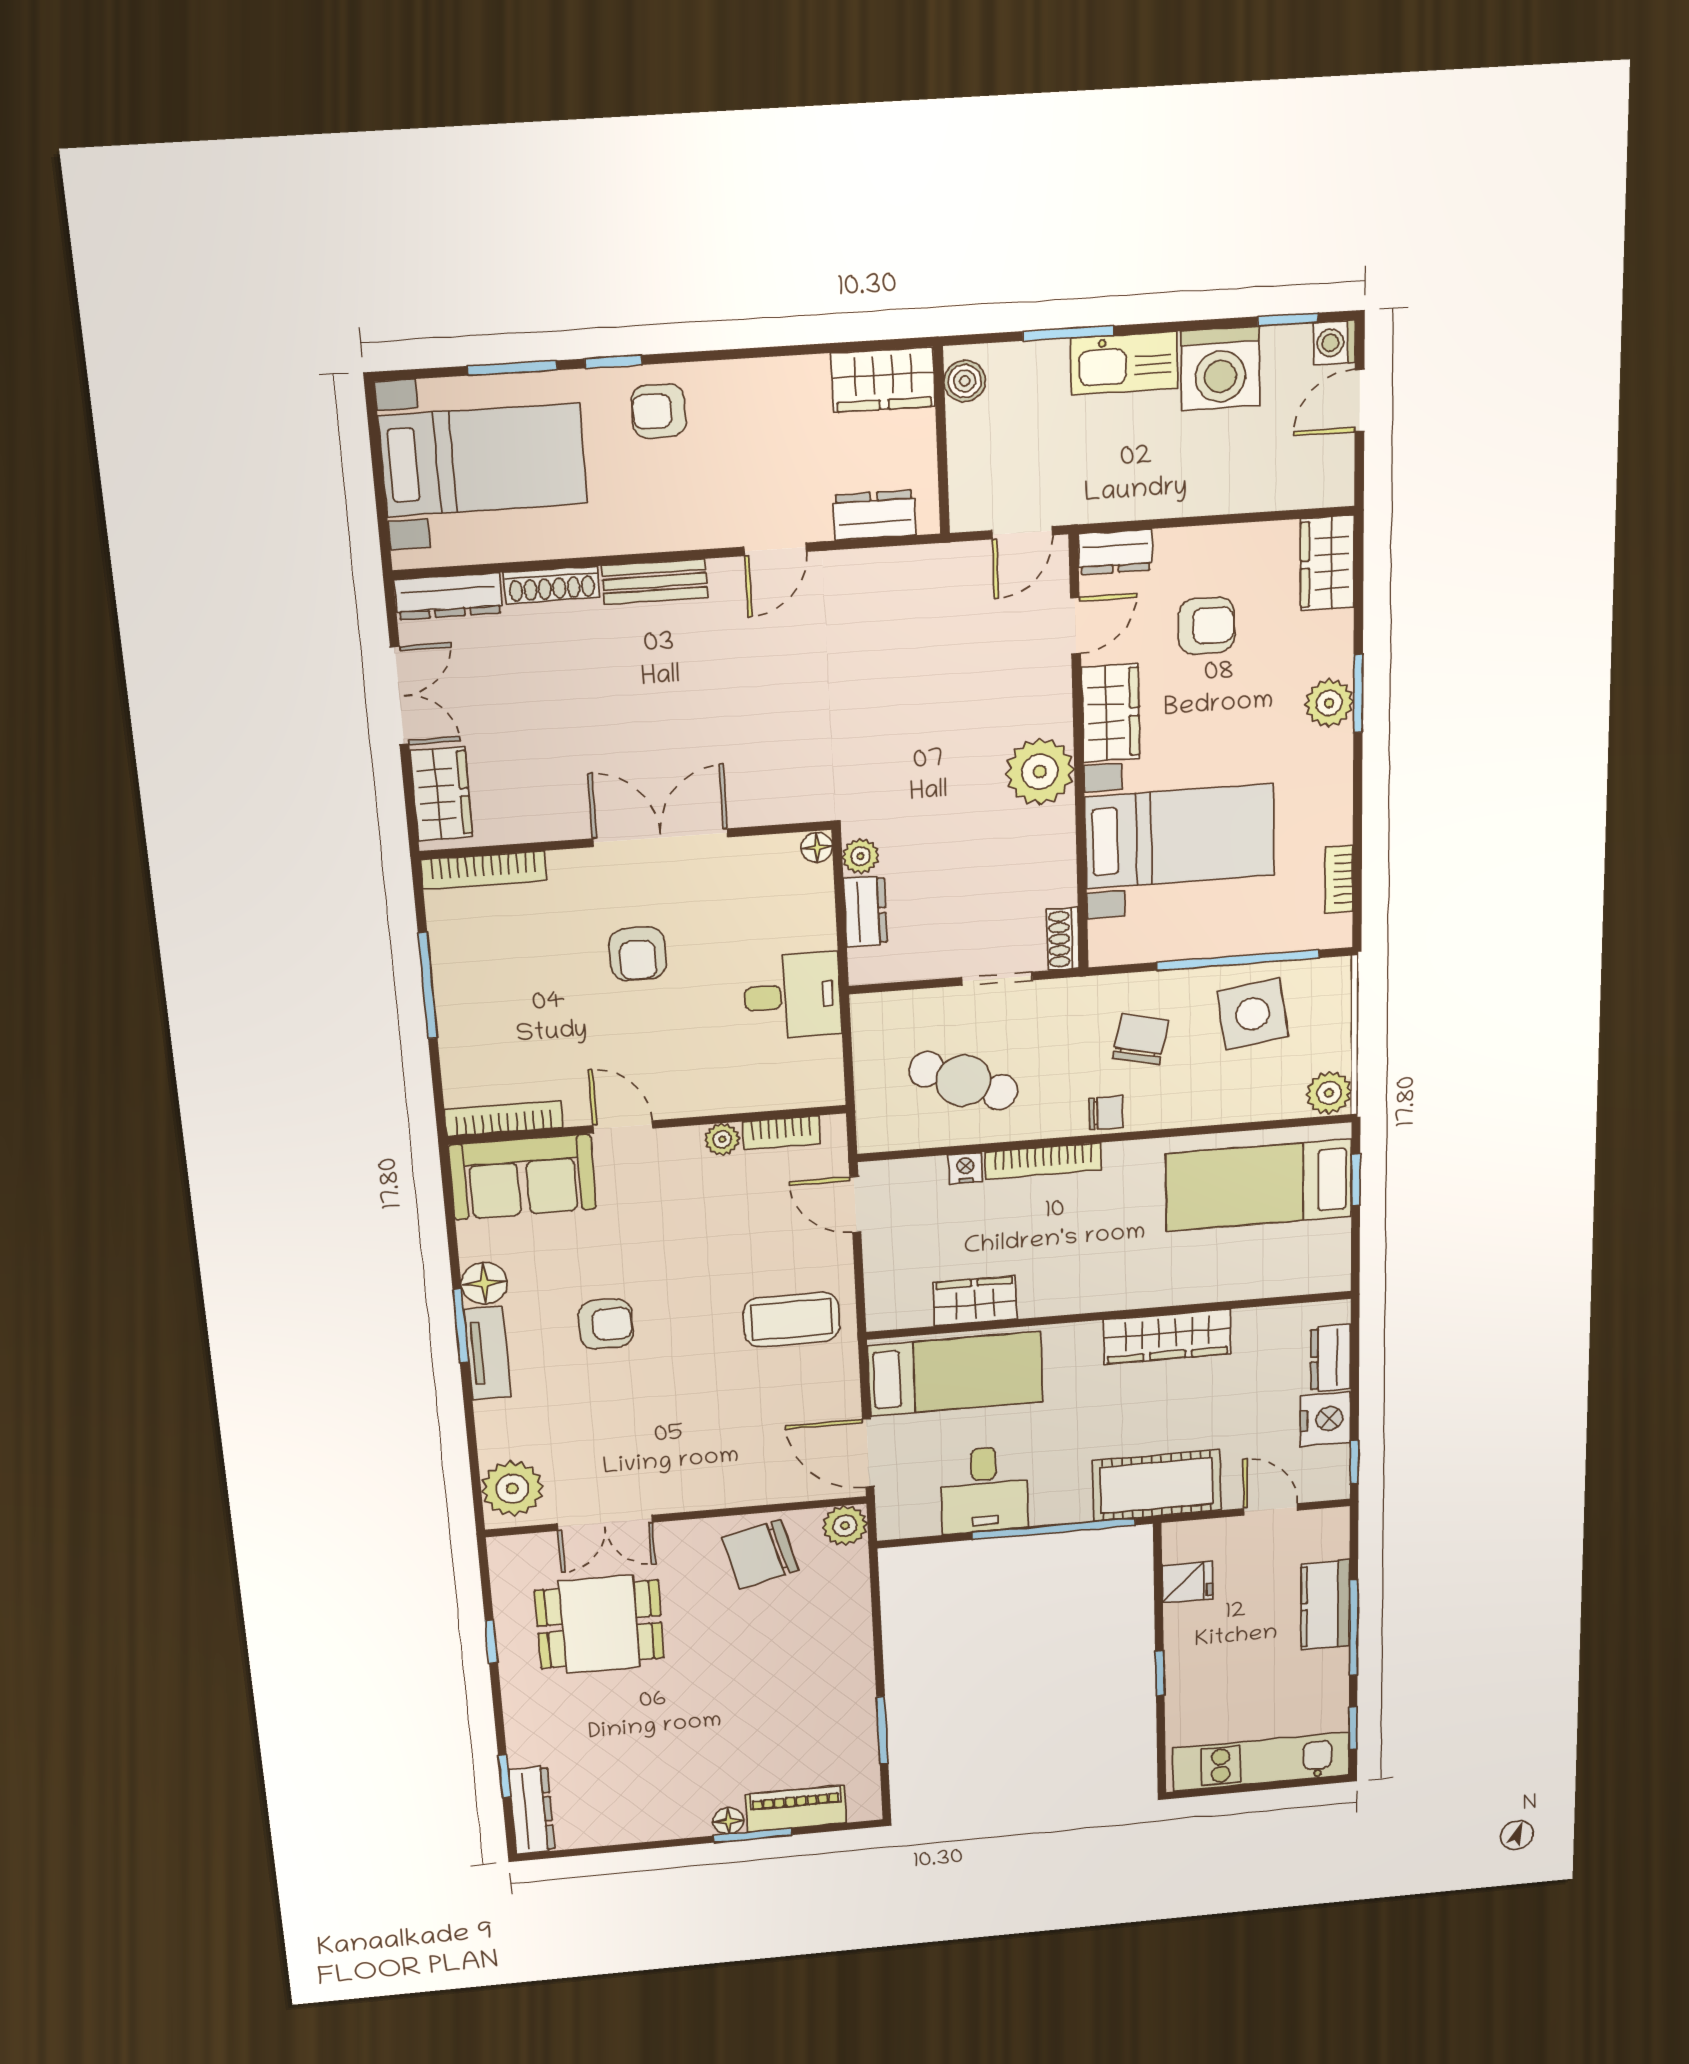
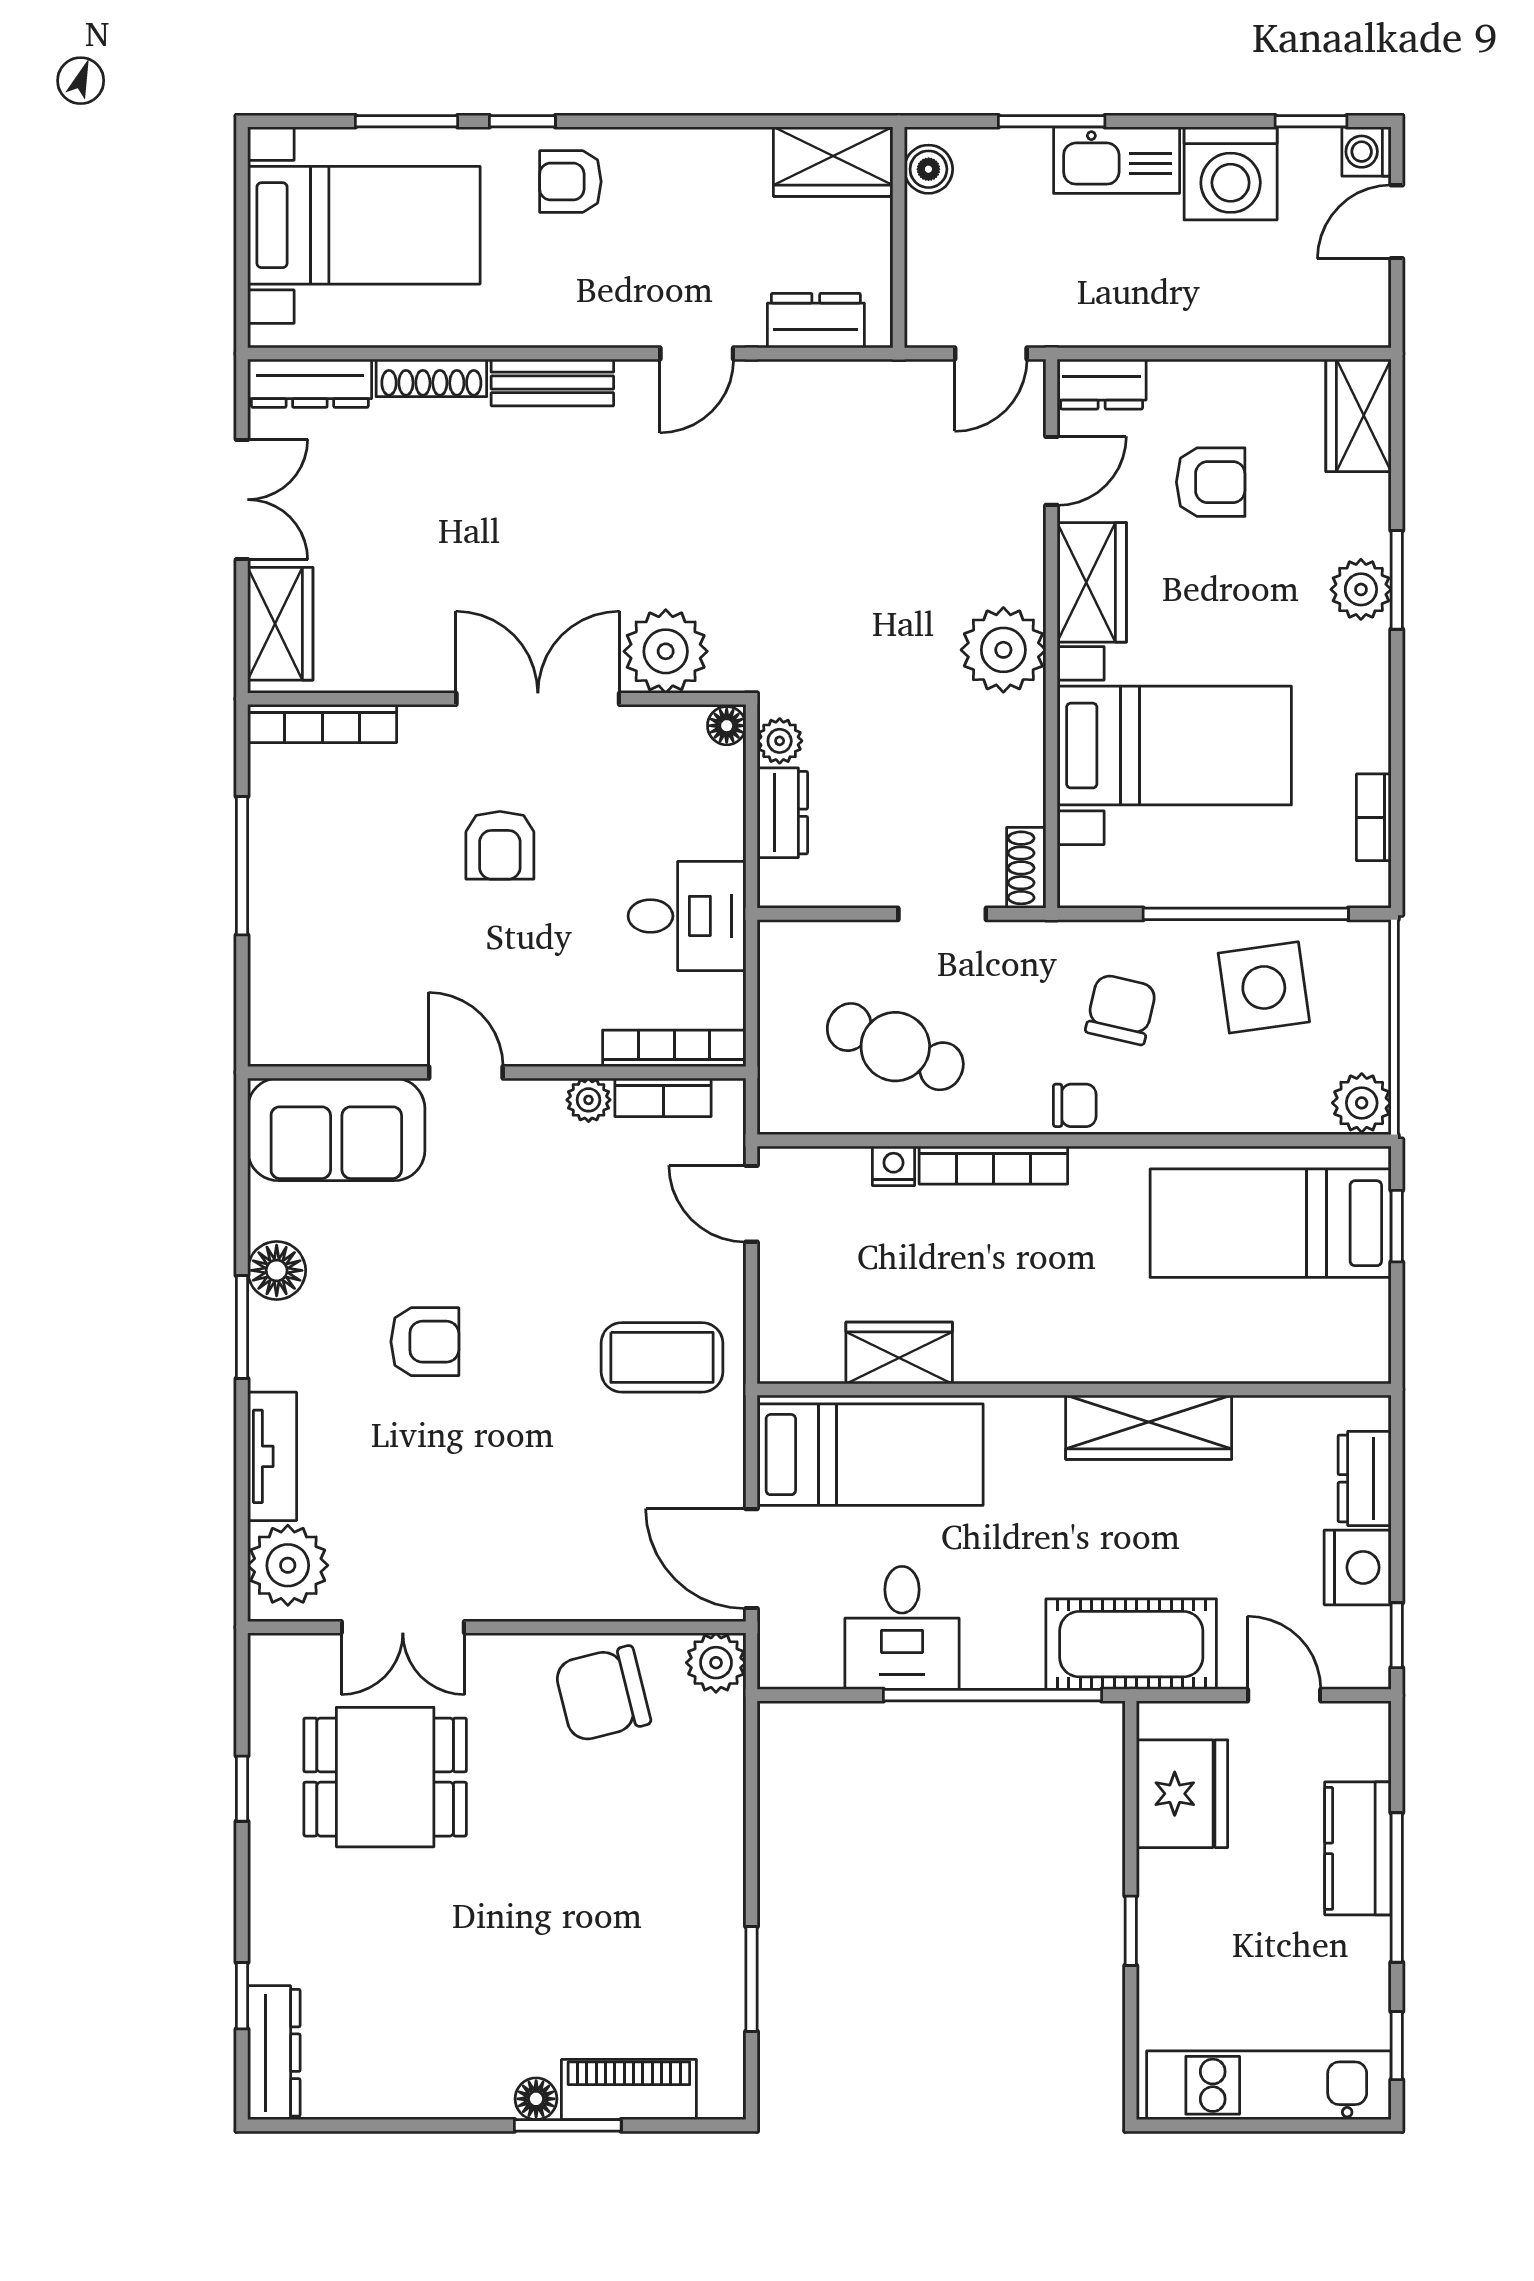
plant: (763, 793) -> (666, 651), added
bookcase: (504, 1118) -> (674, 1048), moved
tv unit: (487, 1353) -> (272, 1456), moved
fridge: (1187, 1582) -> (1182, 1794), width x1.88, depth x1.34

